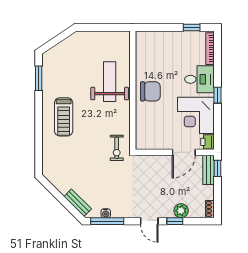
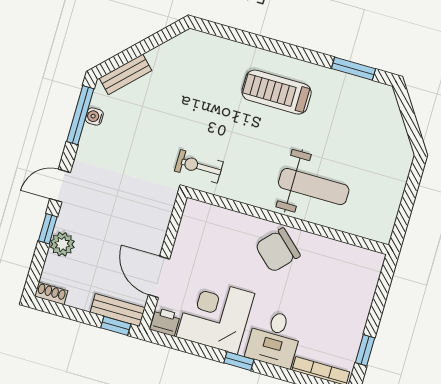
chair: (150, 91) -> (278, 250), turned 43

